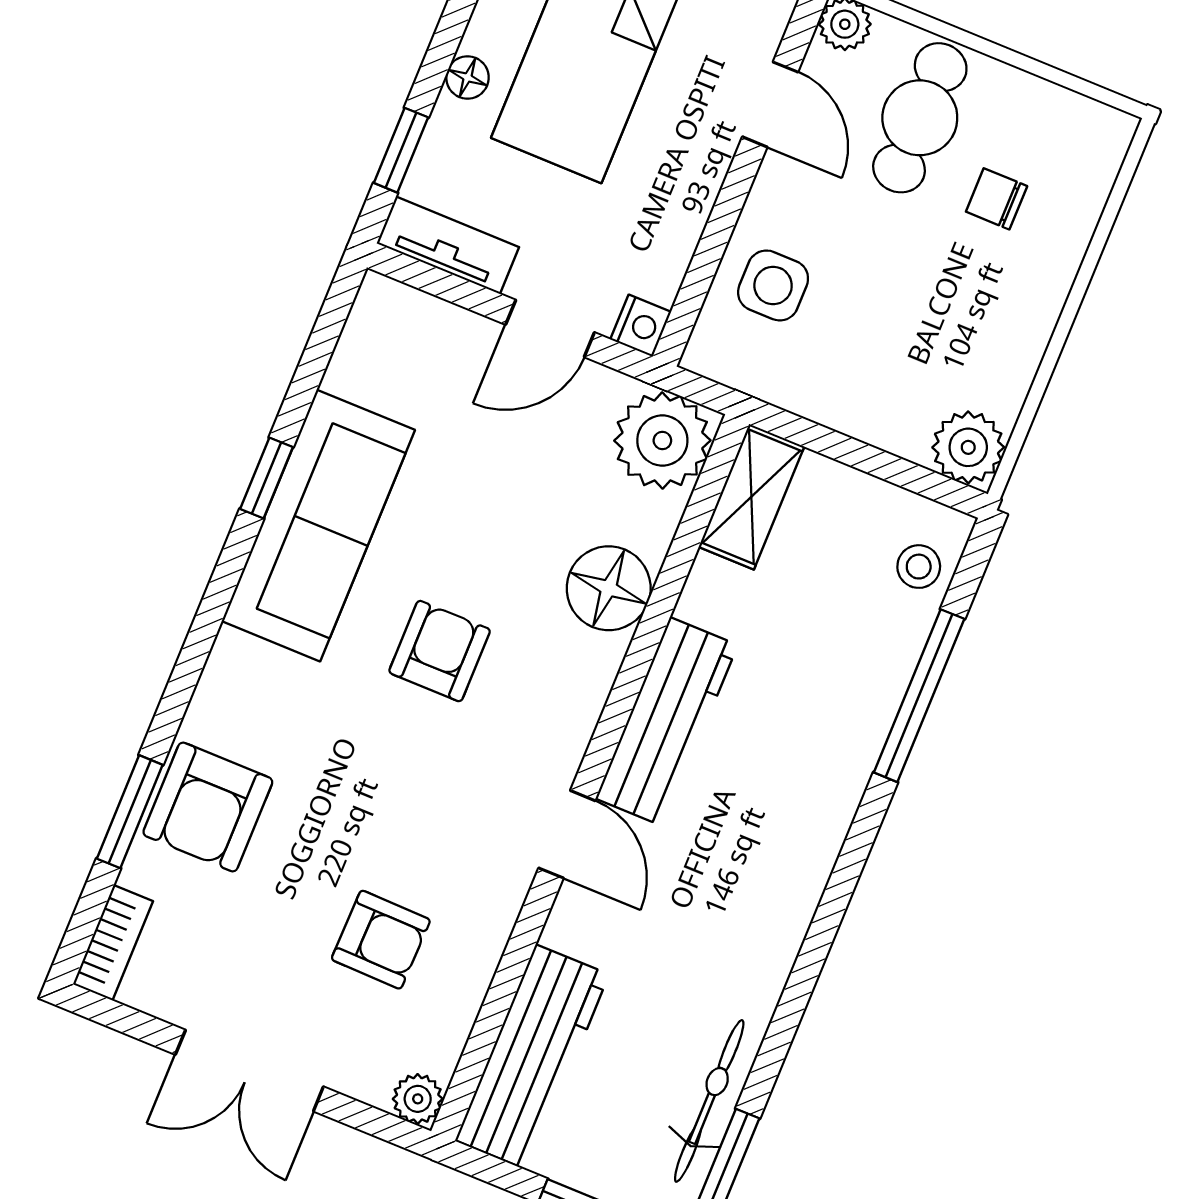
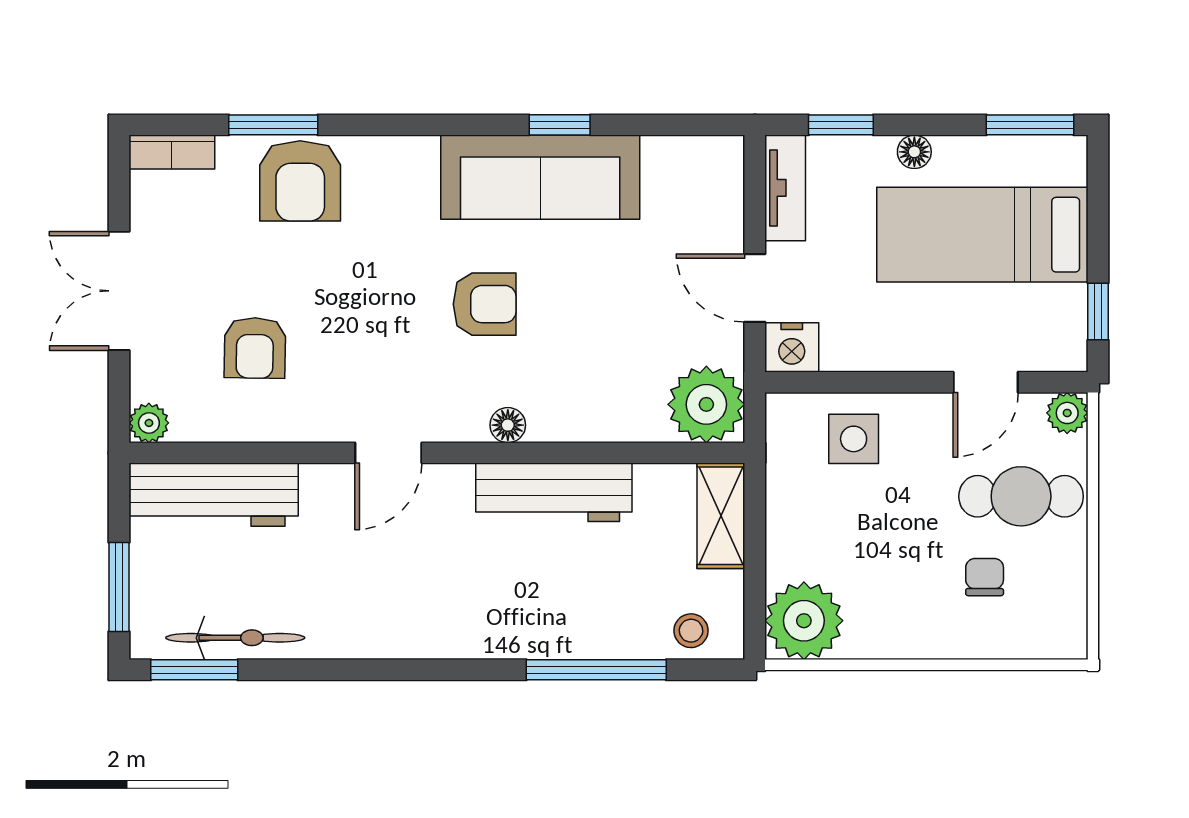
nightstand: (641, 326) -> (792, 347), width x1.39, depth x1.35
plant: (968, 447) -> (804, 621), width x1.36, depth x1.36
shelving: (751, 497) -> (721, 516), moved, turned 90
floor lamp: (609, 588) -> (508, 425), moved, width x0.53, depth x0.53
workbench: (667, 722) -> (554, 492), moved
armchair: (208, 807) -> (300, 181), turned -90

